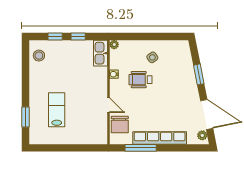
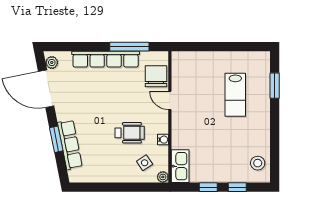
side table: (152, 57) -> (145, 163), moved
row of seats: (188, 70) -> (70, 145), added

